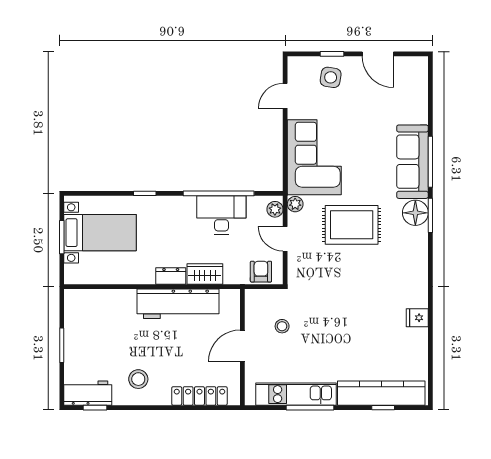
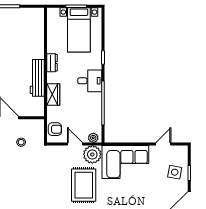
door: (285, 96) -> (163, 144), hinge flipped
plant: (295, 204) -> (92, 154), width x1.87, depth x1.87
desk: (221, 215) -> (90, 81), moved, width x0.73
door: (285, 239) -> (75, 144), hinge flipped
dresser: (171, 276) -> (52, 63), moved
workbench: (178, 304) -> (37, 78), width x0.73, depth x0.76

